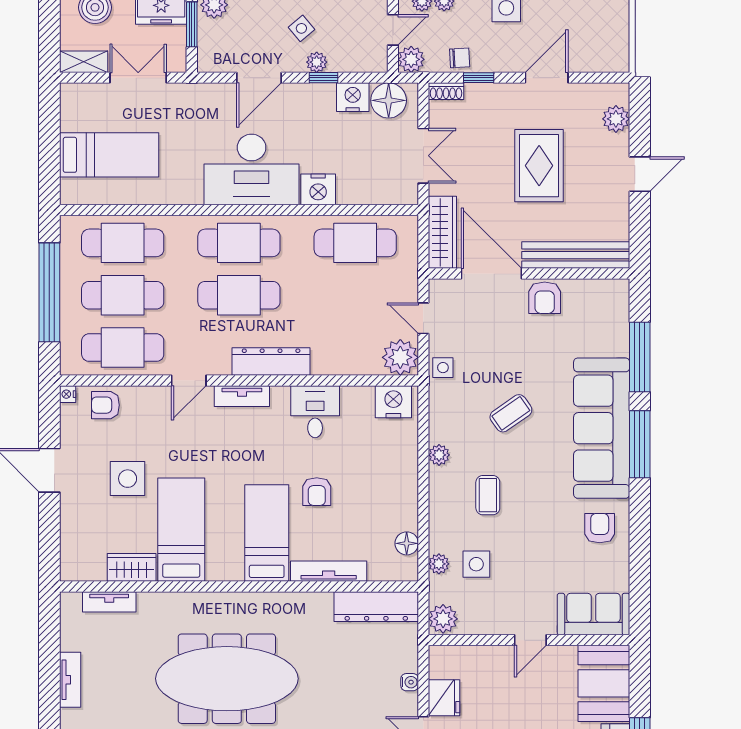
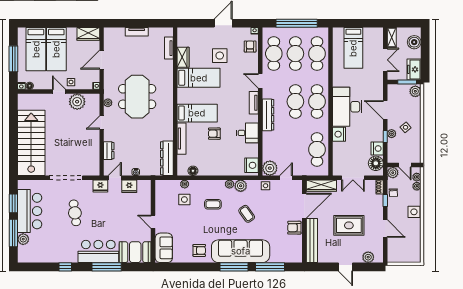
plant: (443, 619) -> (241, 186), moved
meeting table: (227, 679) -> (137, 97), width x0.73

